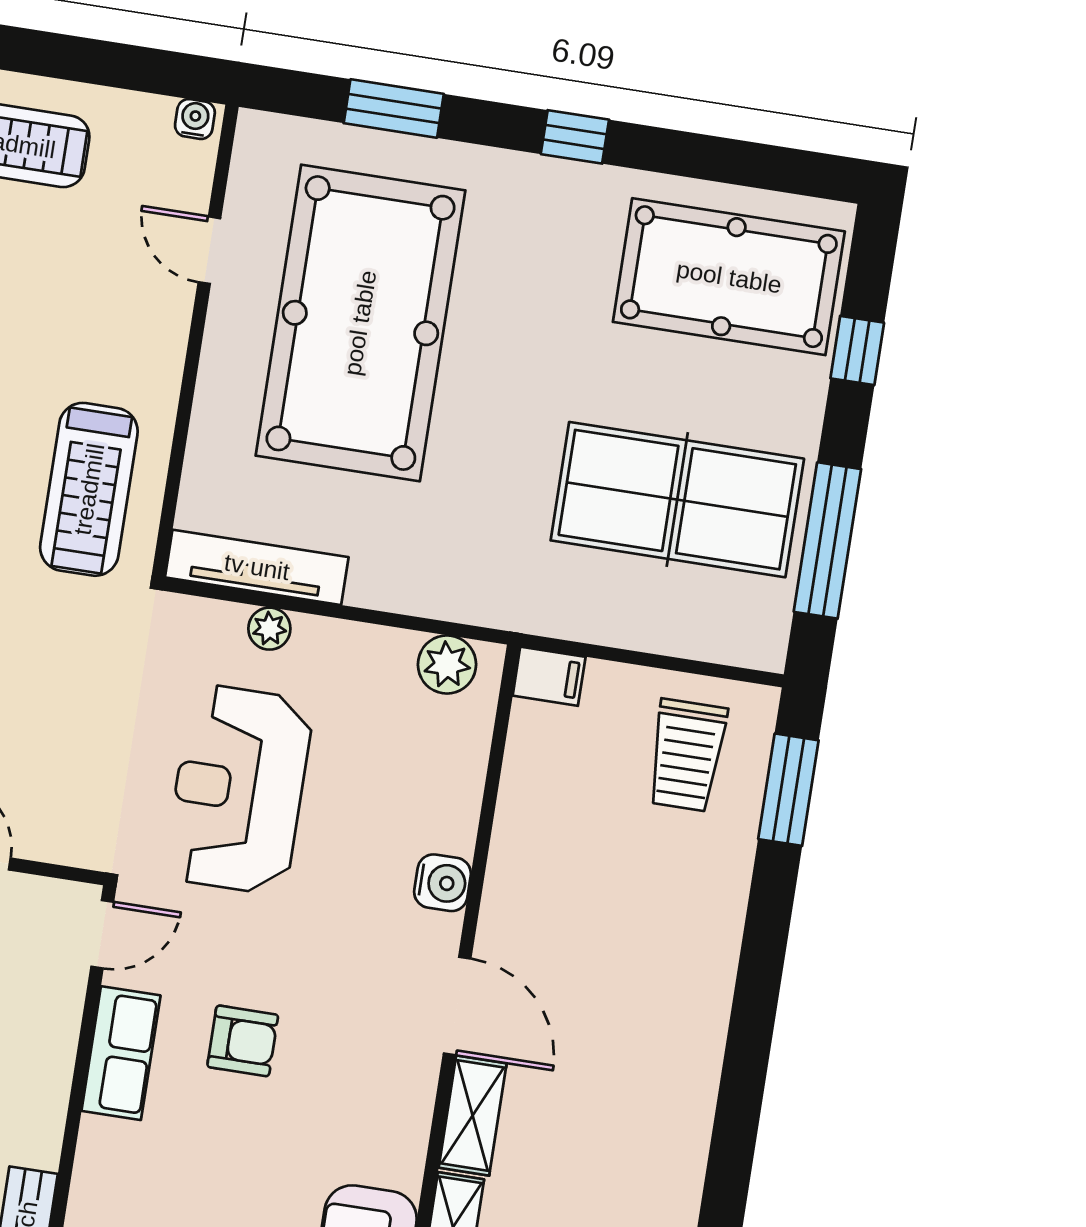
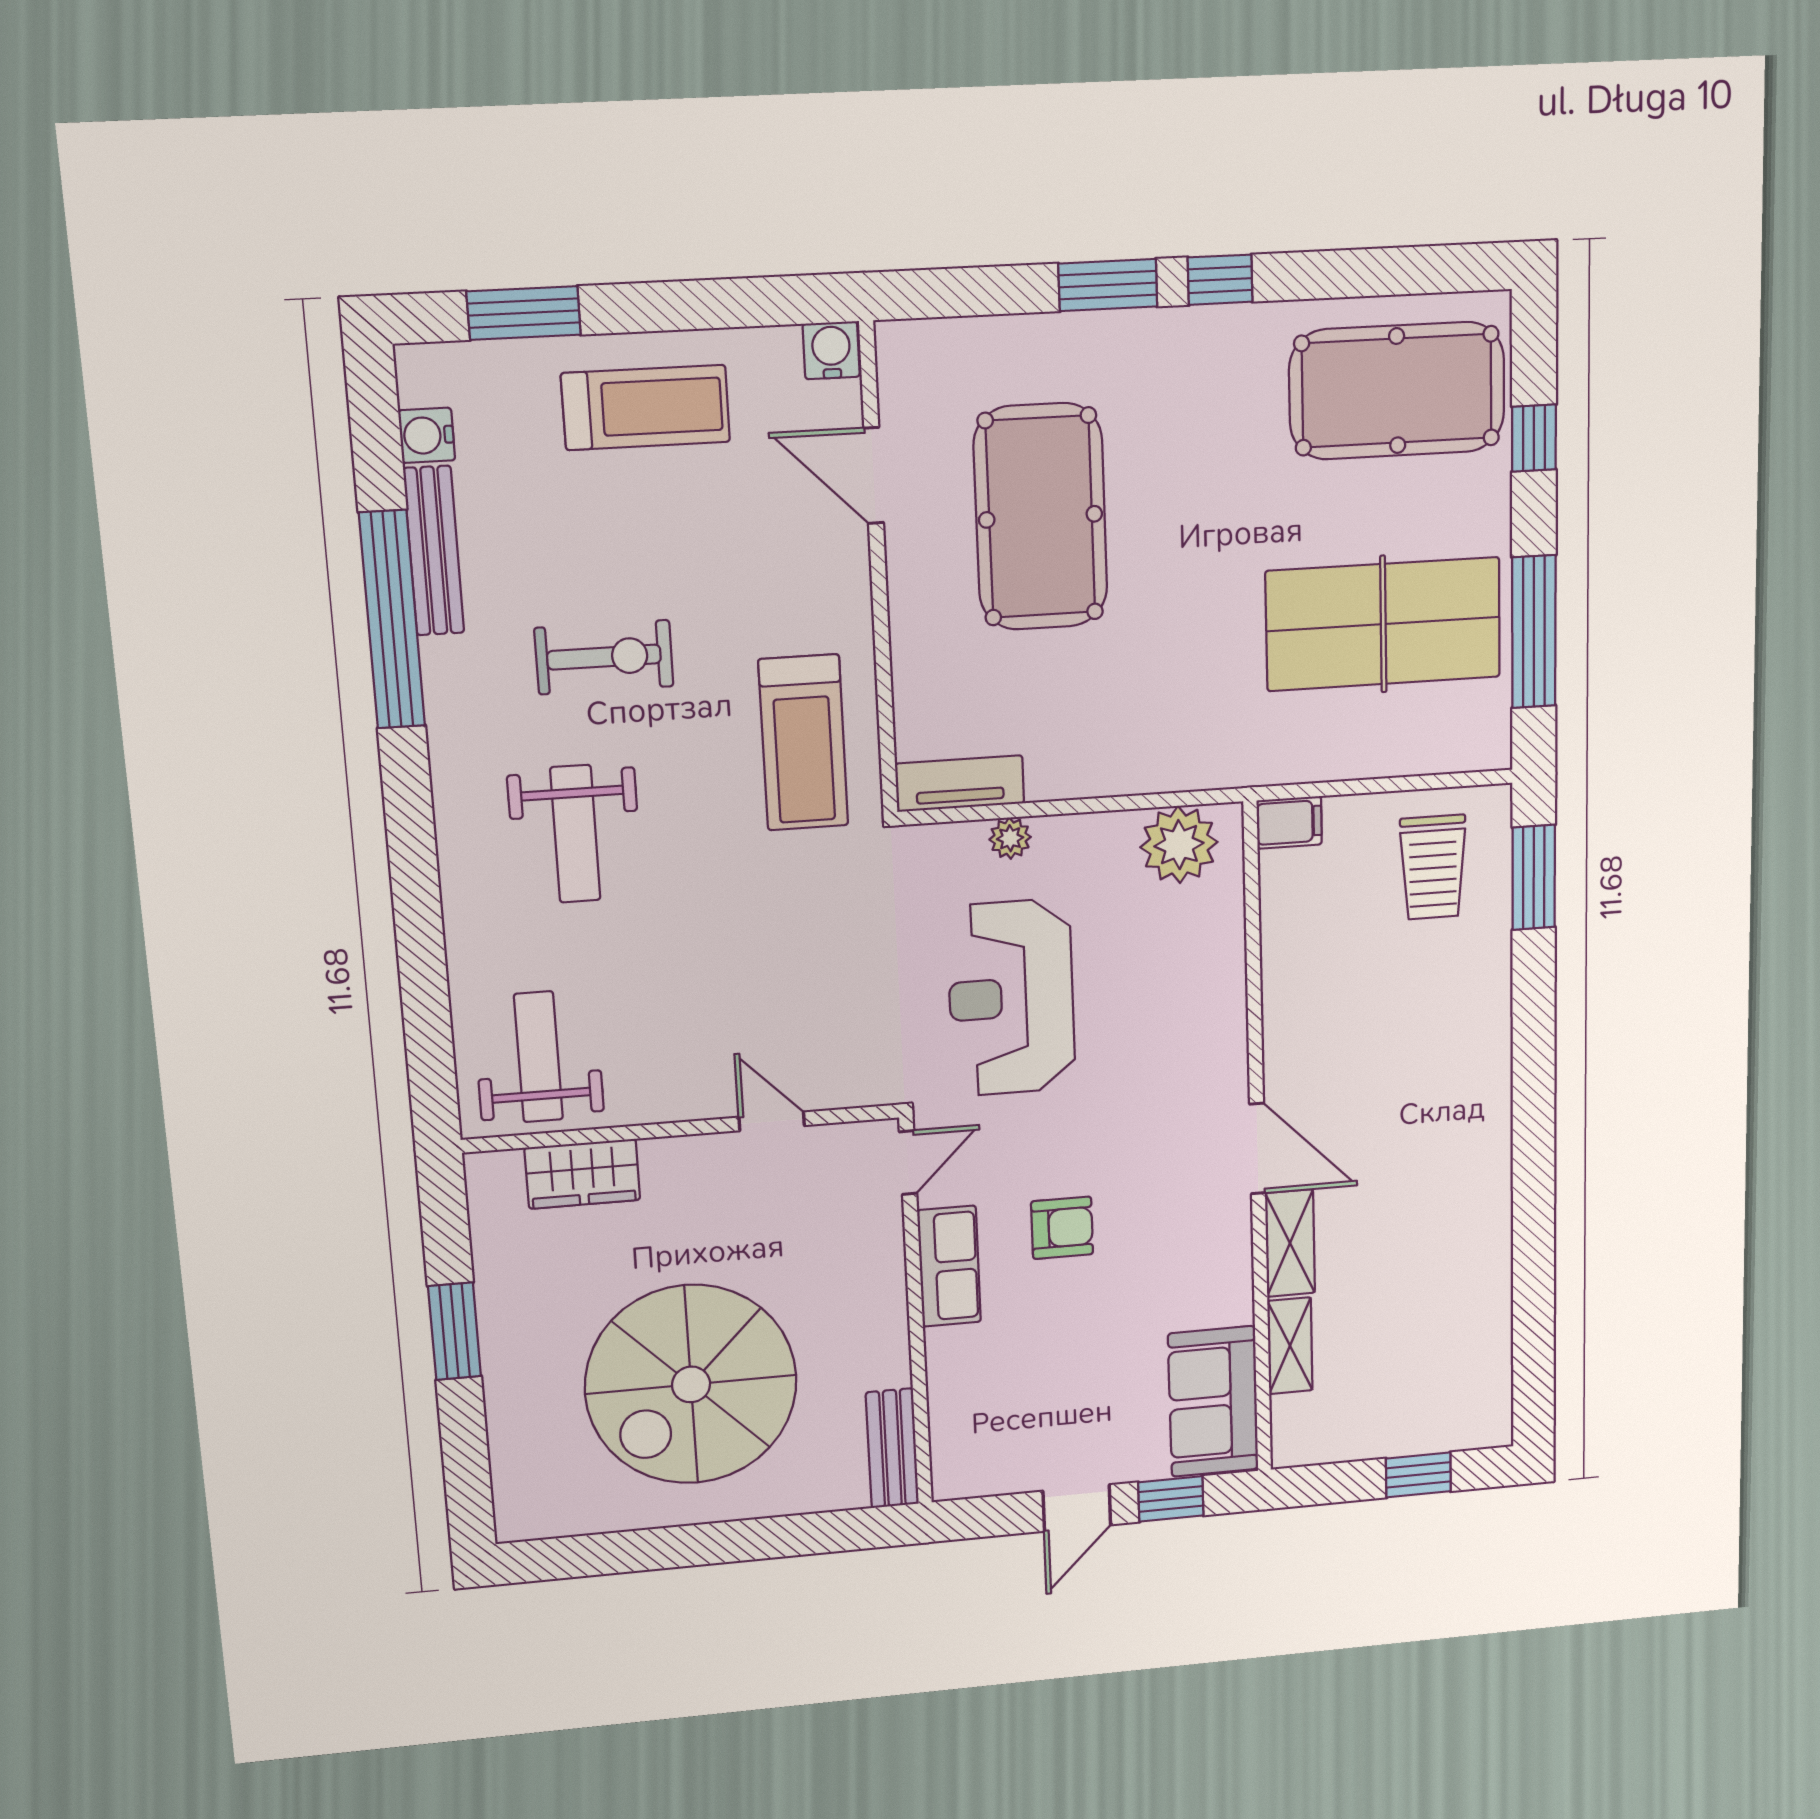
window: (394, 109) -> (1108, 285), moved
water cooler: (195, 119) -> (831, 350), width x1.38, depth x1.38
door: (209, 250) -> (874, 476), width x1.38
pool table: (360, 323) -> (1041, 517), width x0.73, depth x0.76
tv unit: (257, 567) -> (960, 784), width x0.71
plant: (447, 664) -> (1179, 845), width x1.36, depth x1.36
water cooler: (443, 883) -> (1223, 1039), removed

